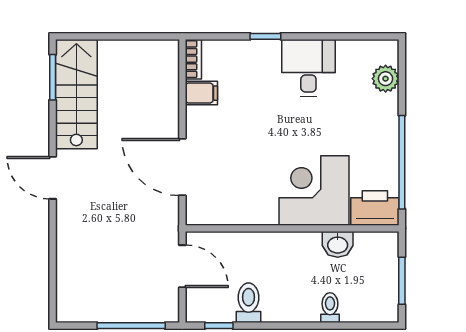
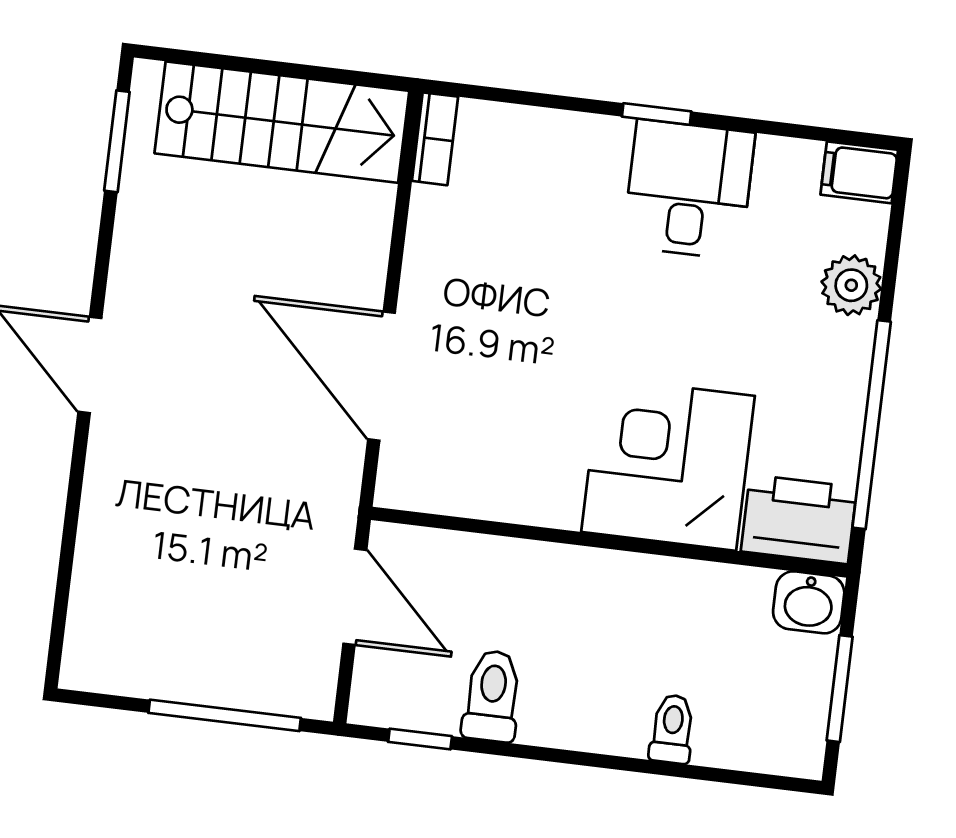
window: (265, 36) -> (657, 114), moved
plant: (386, 79) -> (851, 285), moved
filing cabinet: (201, 93) -> (859, 172), moved, turned 180
stairs: (76, 94) -> (282, 122), moved, turned 90
washbasin: (338, 244) -> (809, 602), moved

